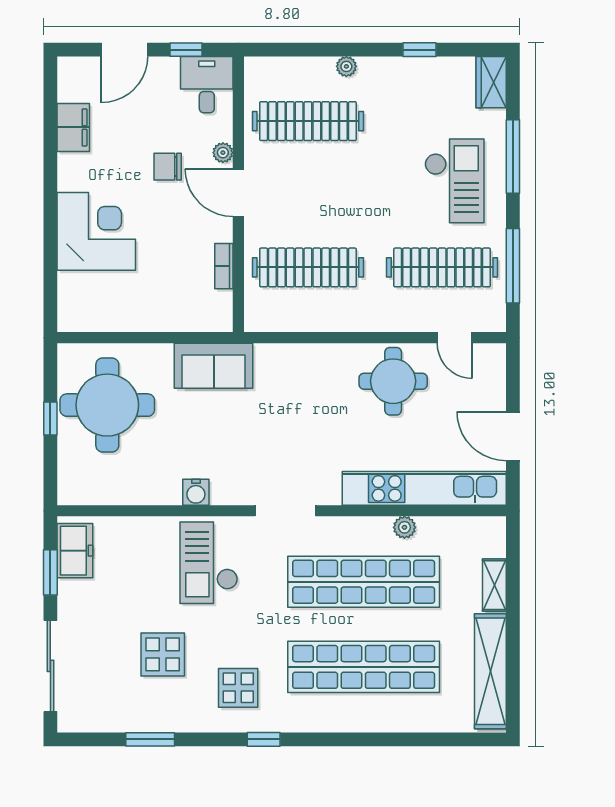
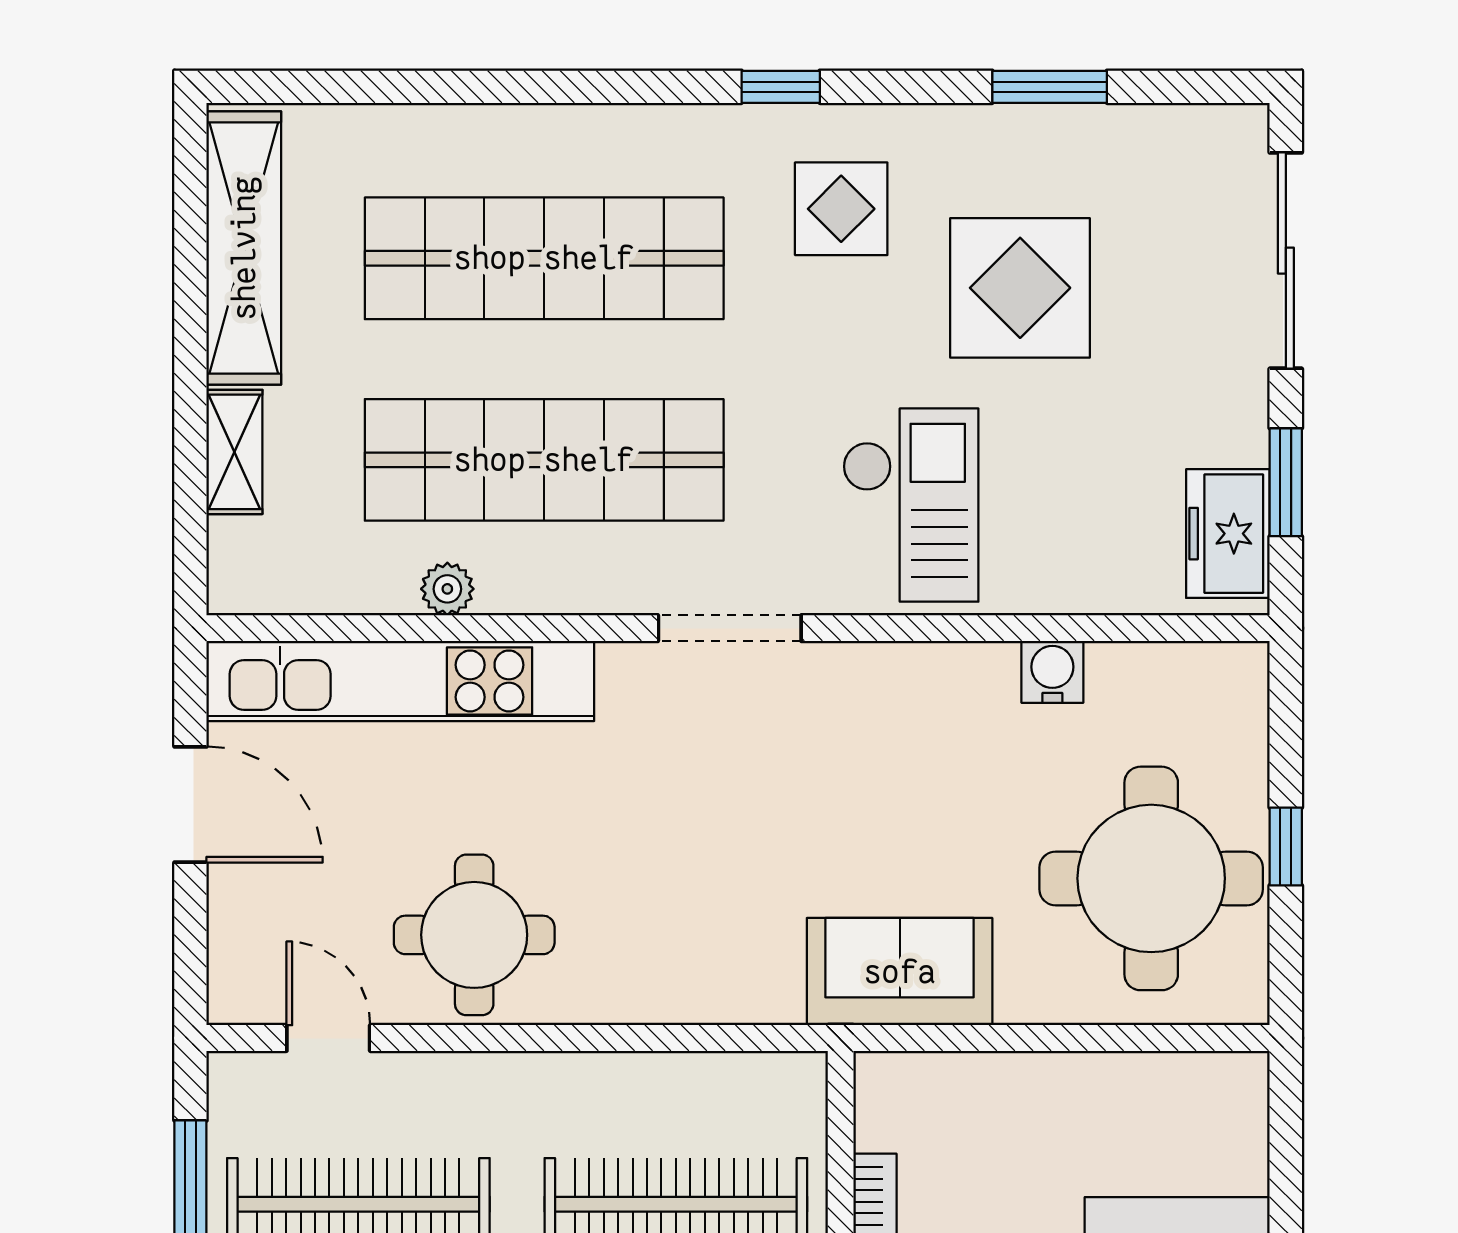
water cooler: (196, 492) -> (1052, 672), moved
display table: (163, 654) -> (1020, 288), width x1.36, depth x1.36

